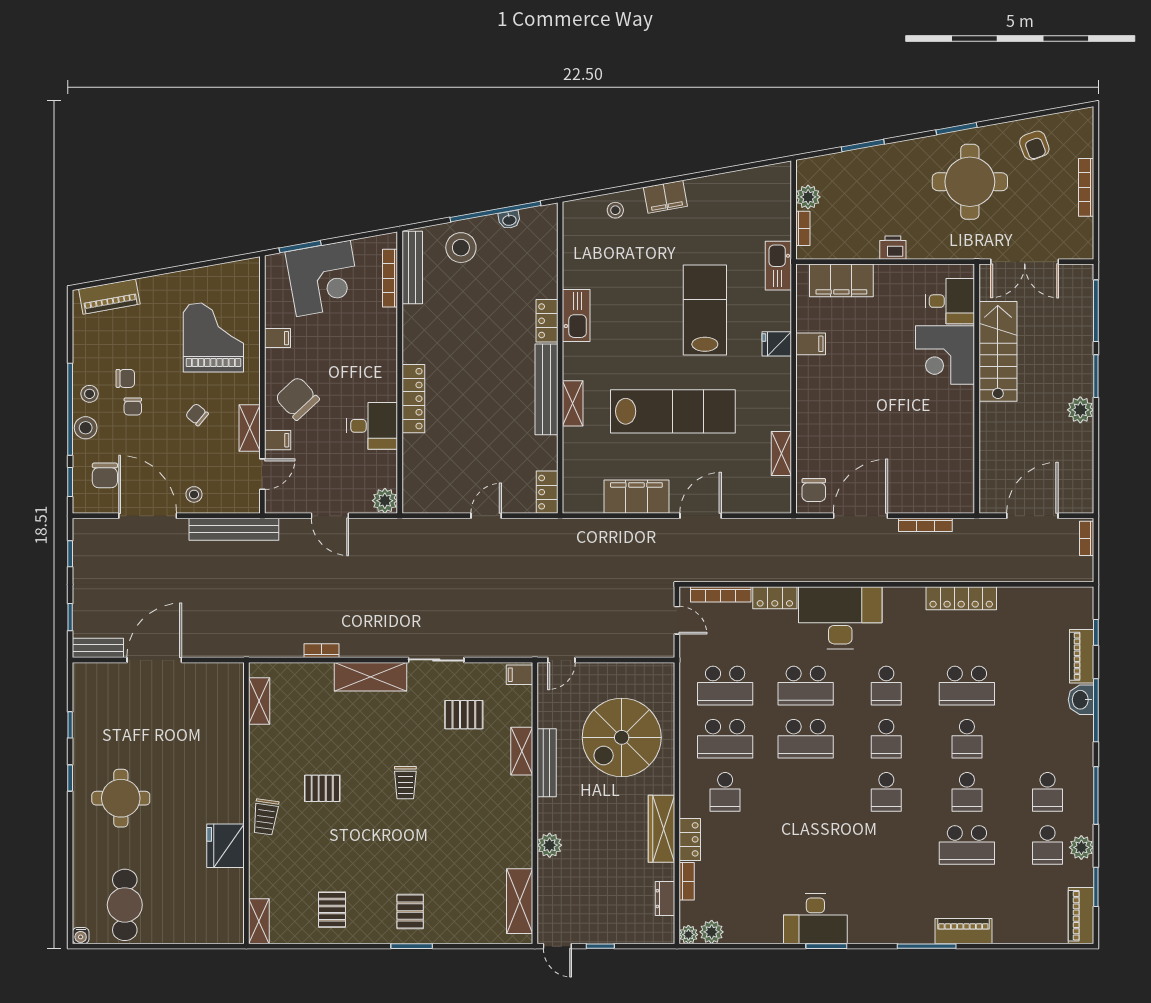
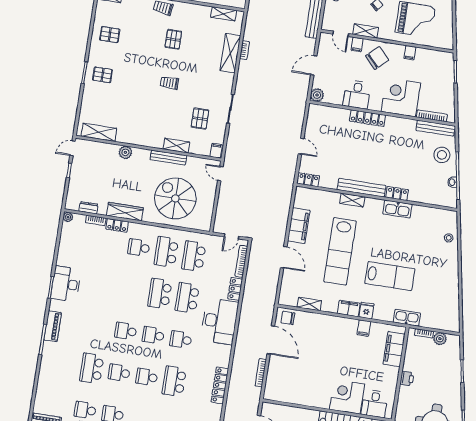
filing cabinet: (665, 197) -> (349, 308), moved, turned 100
corner desk: (323, 279) -> (401, 97), moved, turned 100
shelving: (370, 677) -> (230, 53), moved
piano: (963, 931) -> (53, 326), moved
plant: (712, 932) -> (67, 229), removed

